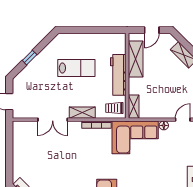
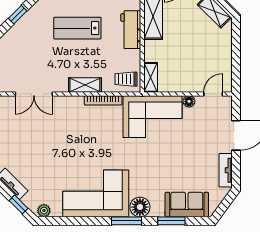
lab bench: (76, 68) -> (77, 28), turned 180
workbench: (118, 75) -> (131, 30), width x0.73
double door: (53, 120) -> (34, 94), moved

